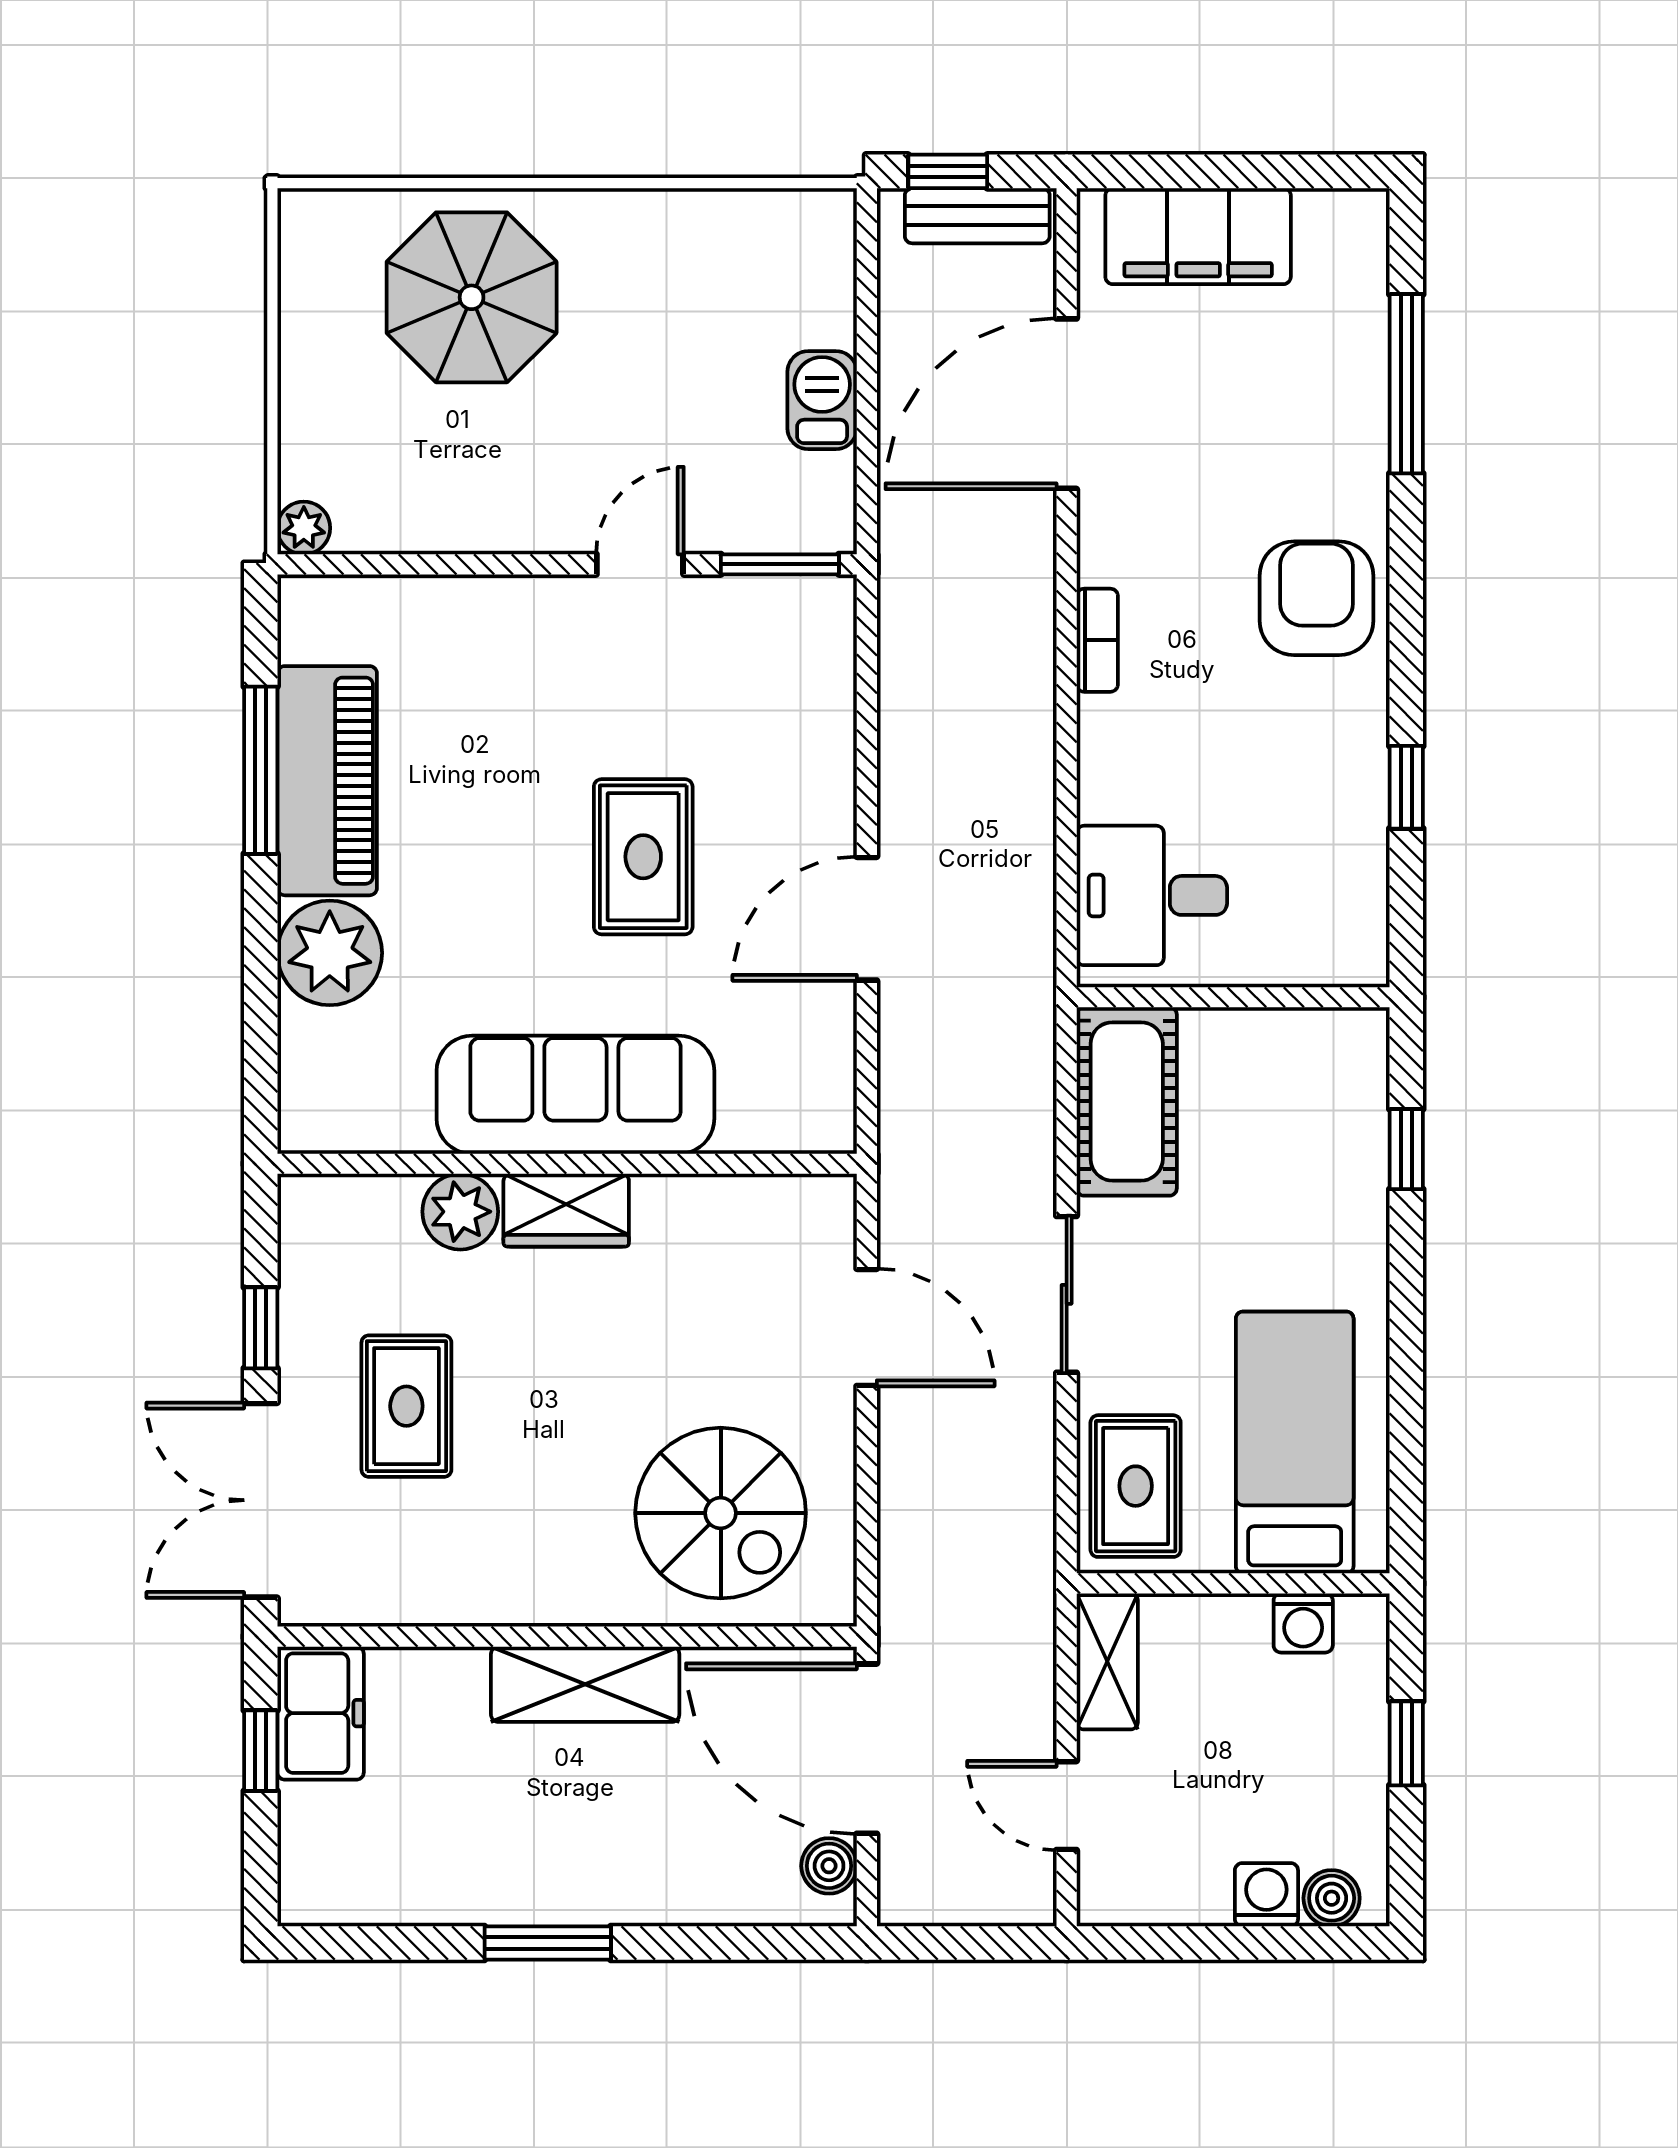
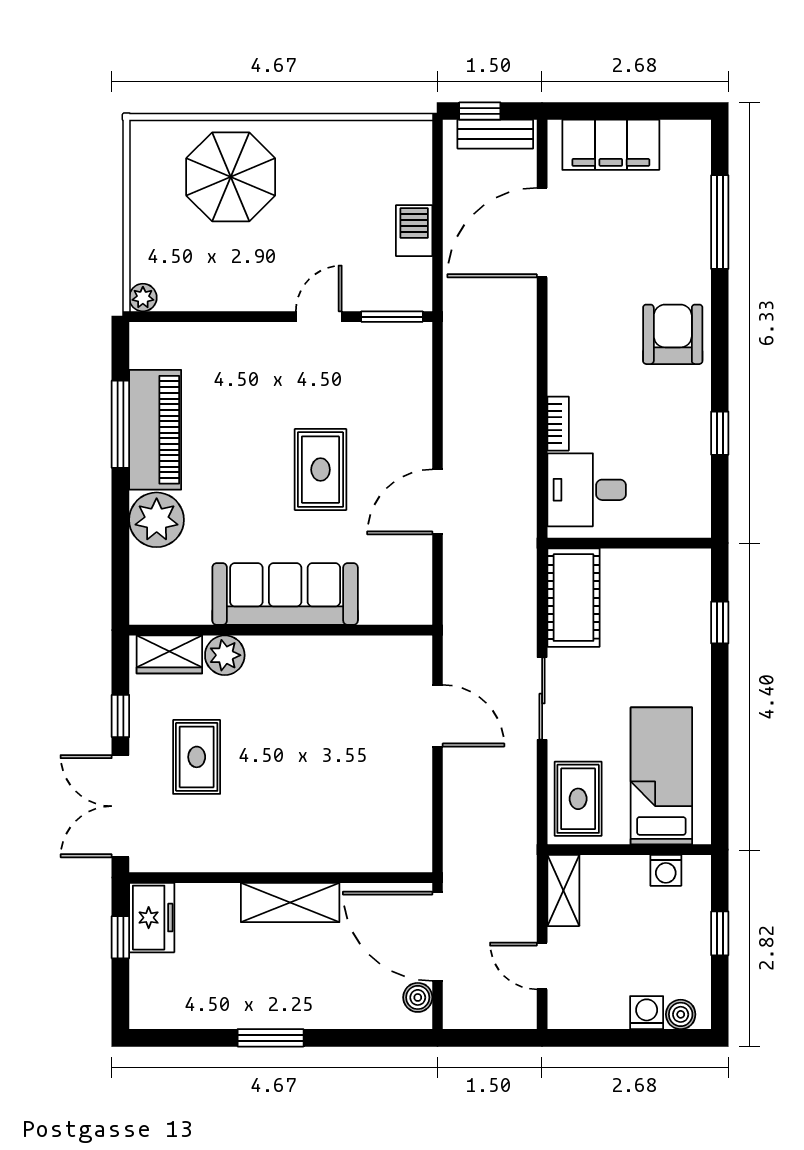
bookcase: (1097, 640) -> (558, 424), moved
wardrobe: (566, 1210) -> (169, 654), moved
spiral stairs: (721, 1513) -> (361, 813), removed

